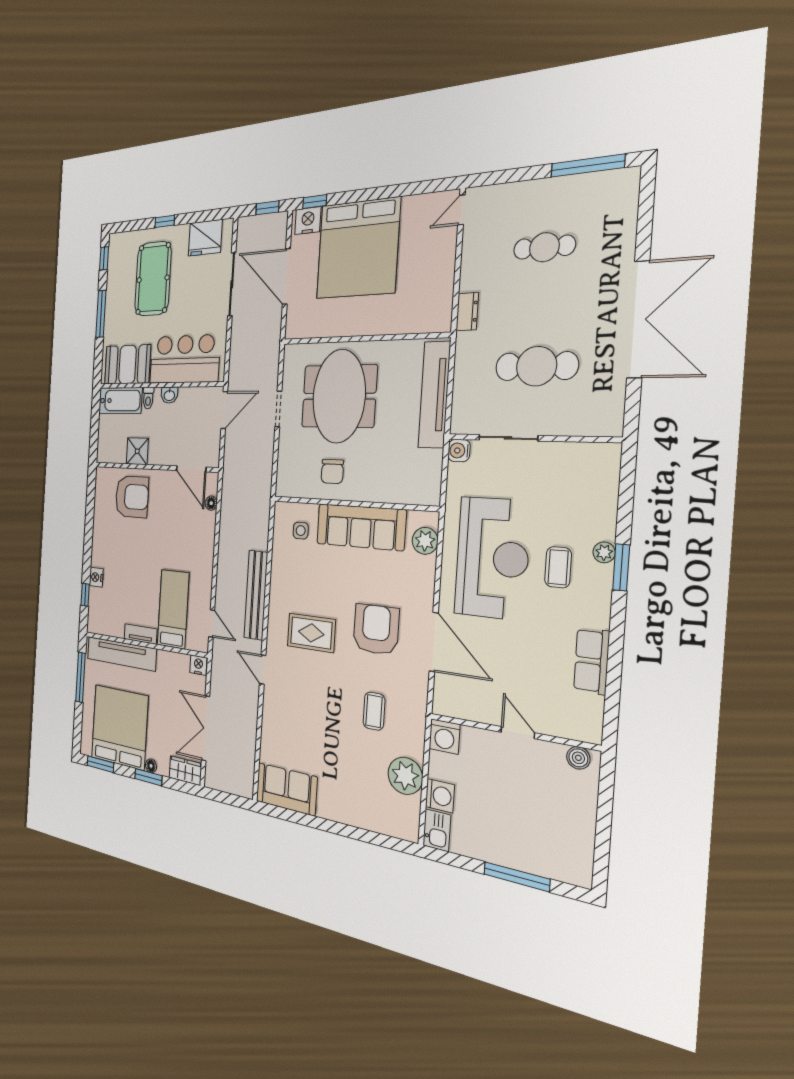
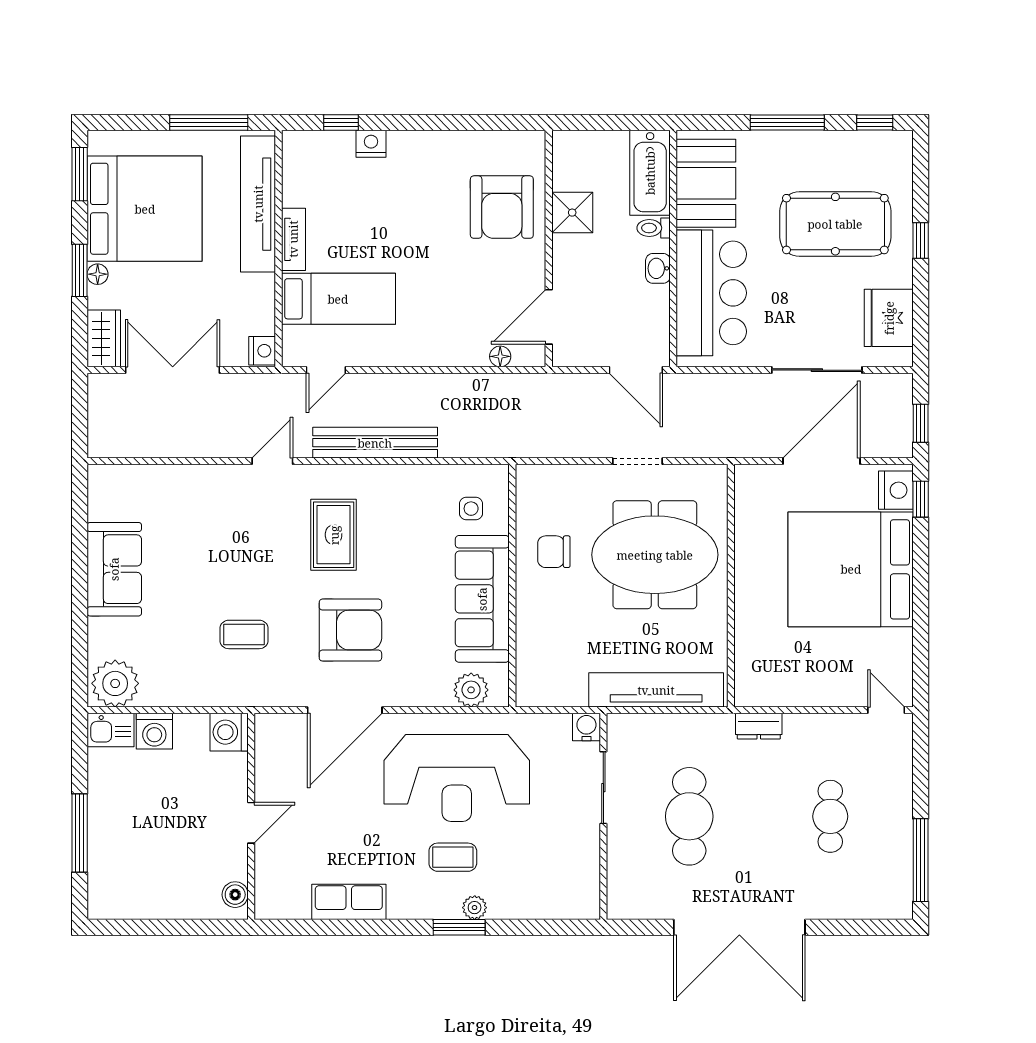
plant: (405, 776) -> (115, 683), moved
sofa: (286, 789) -> (114, 569), moved

